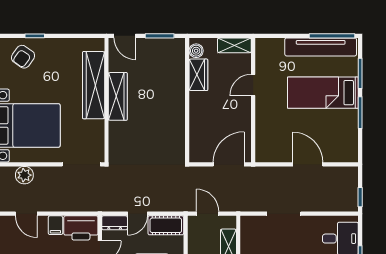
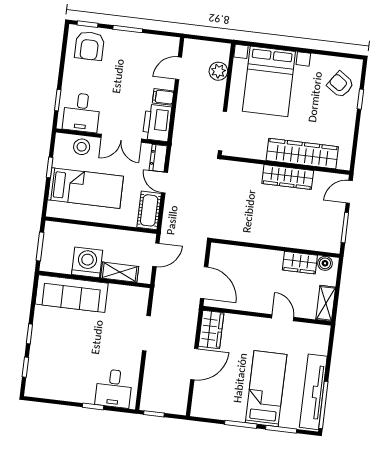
wardrobe: (273, 152) -> (211, 329), added

